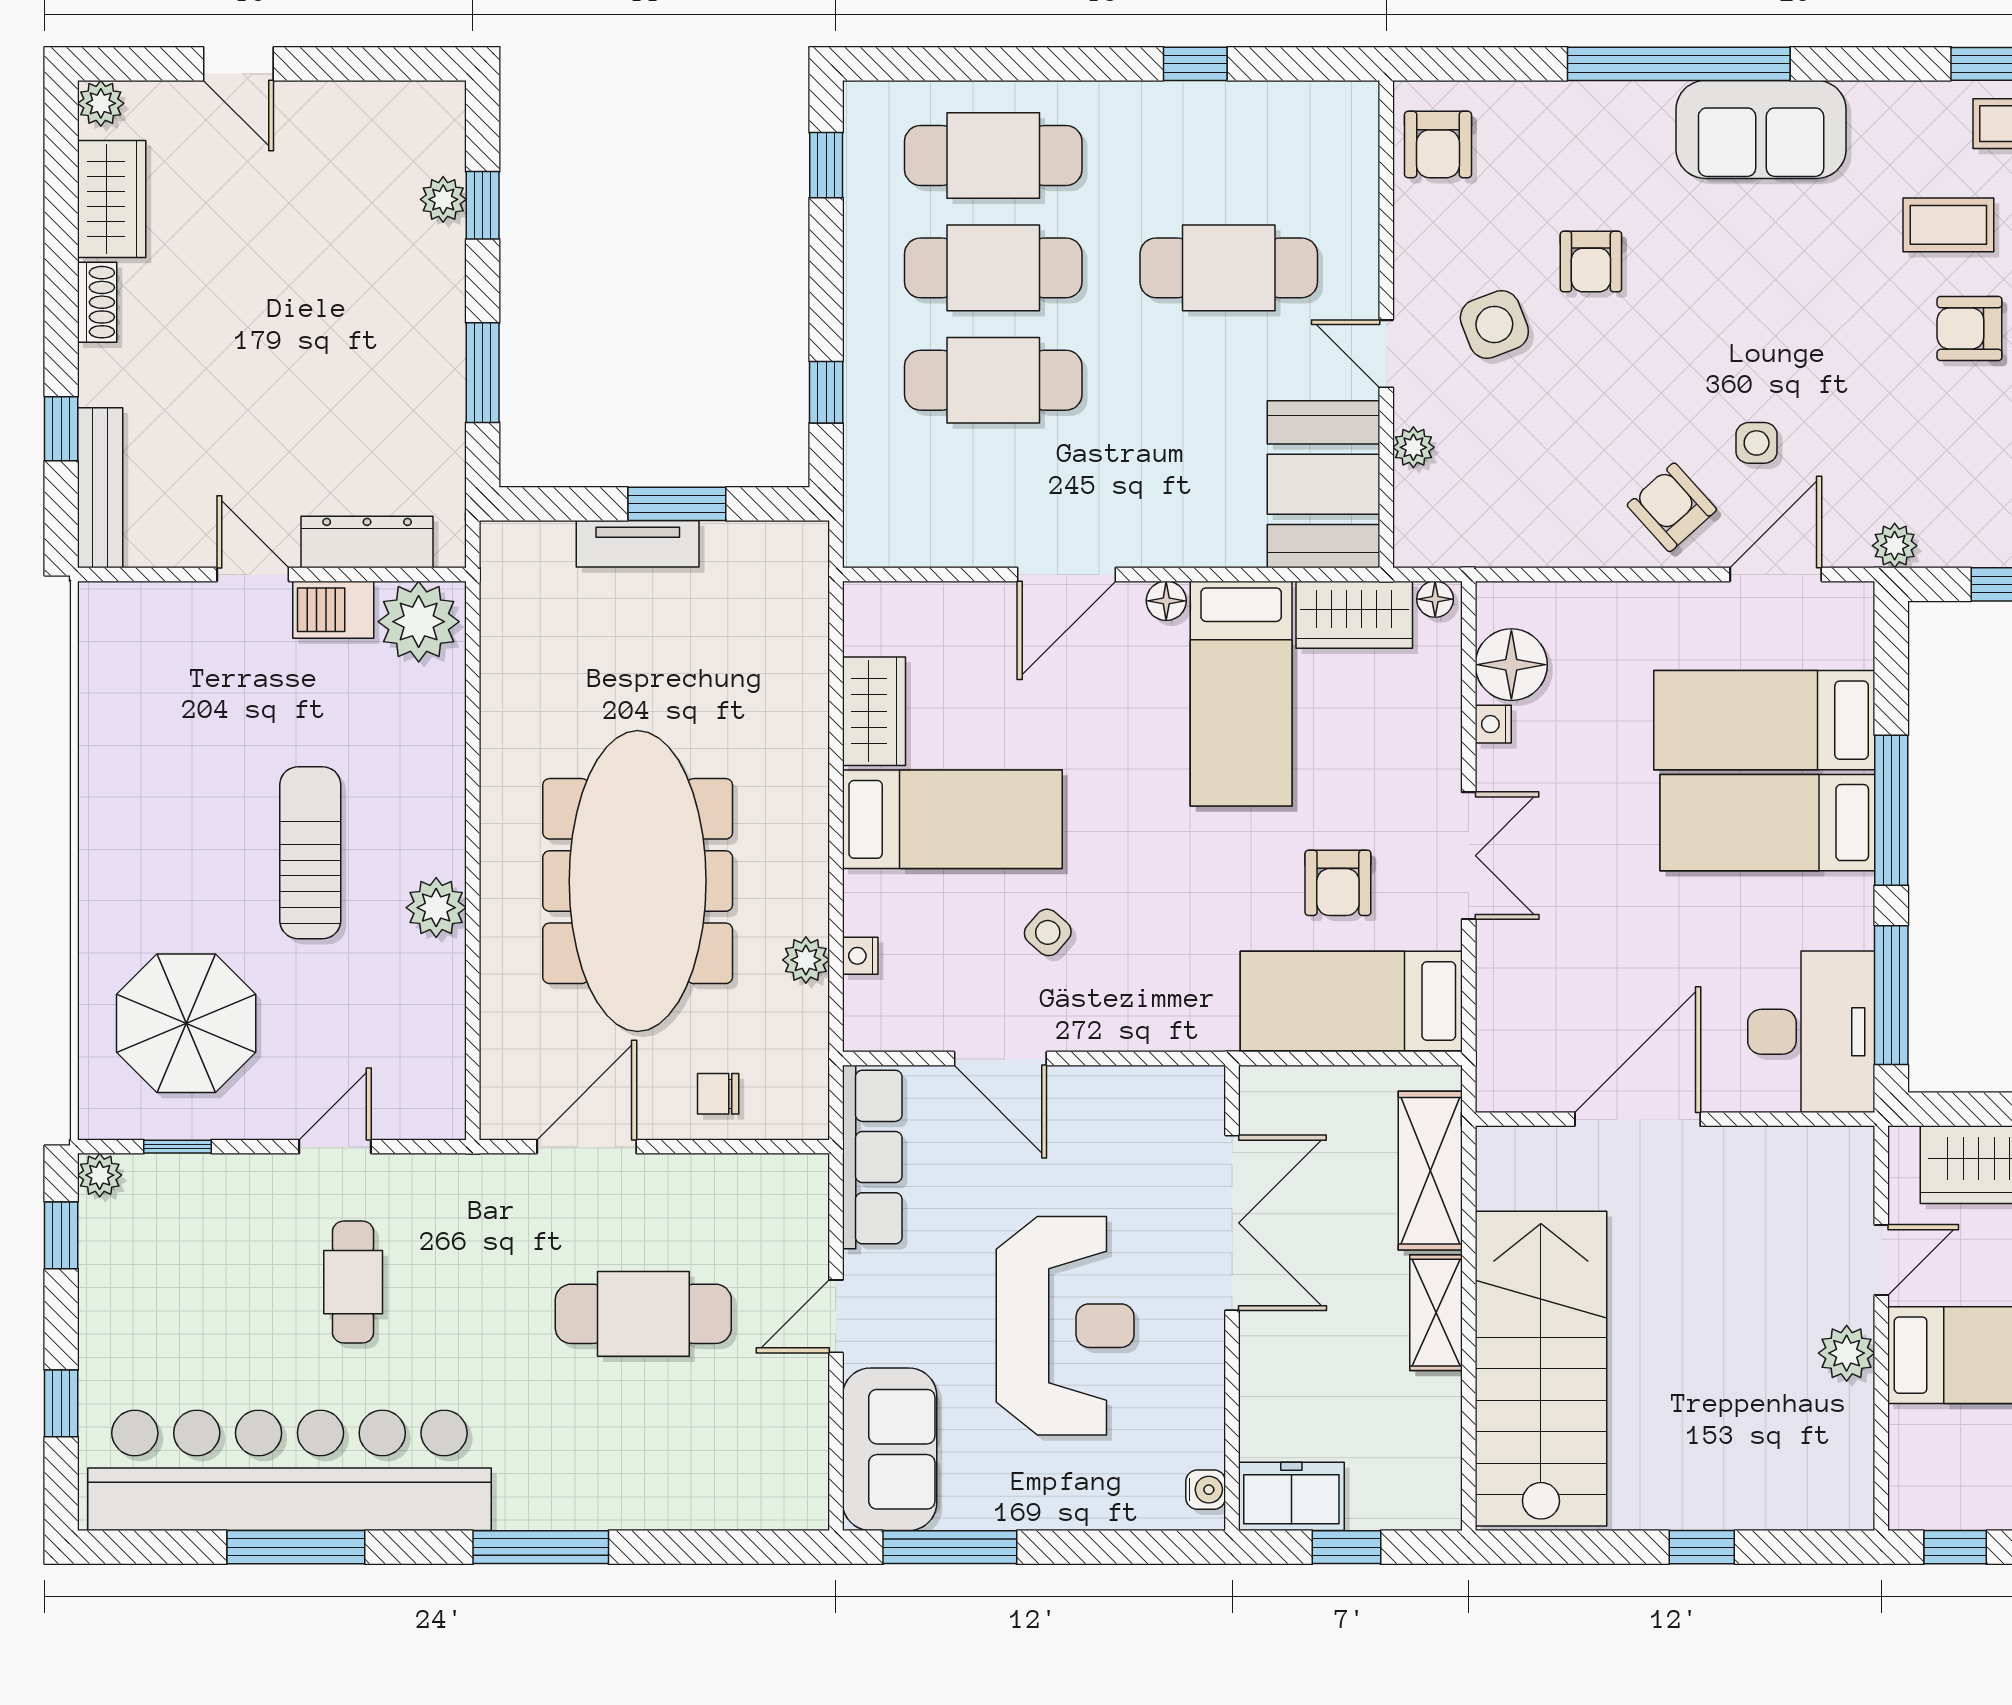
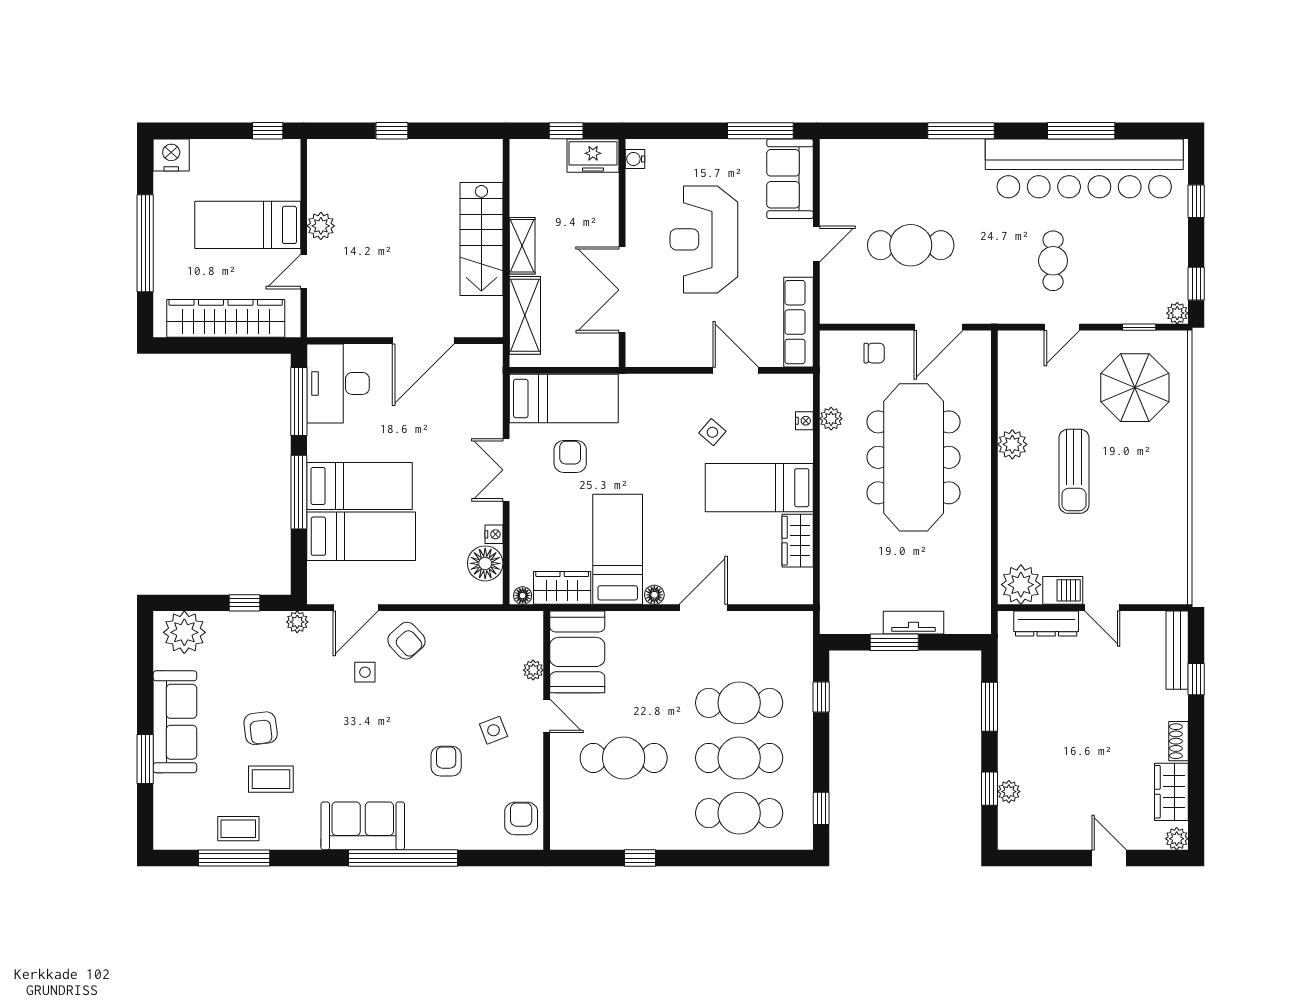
side table: (1494, 324) -> (493, 730), width x0.73, depth x0.73
armchair: (1969, 329) -> (261, 728), turned 83
stairs: (1541, 1369) -> (481, 239), width x0.73, depth x0.66

